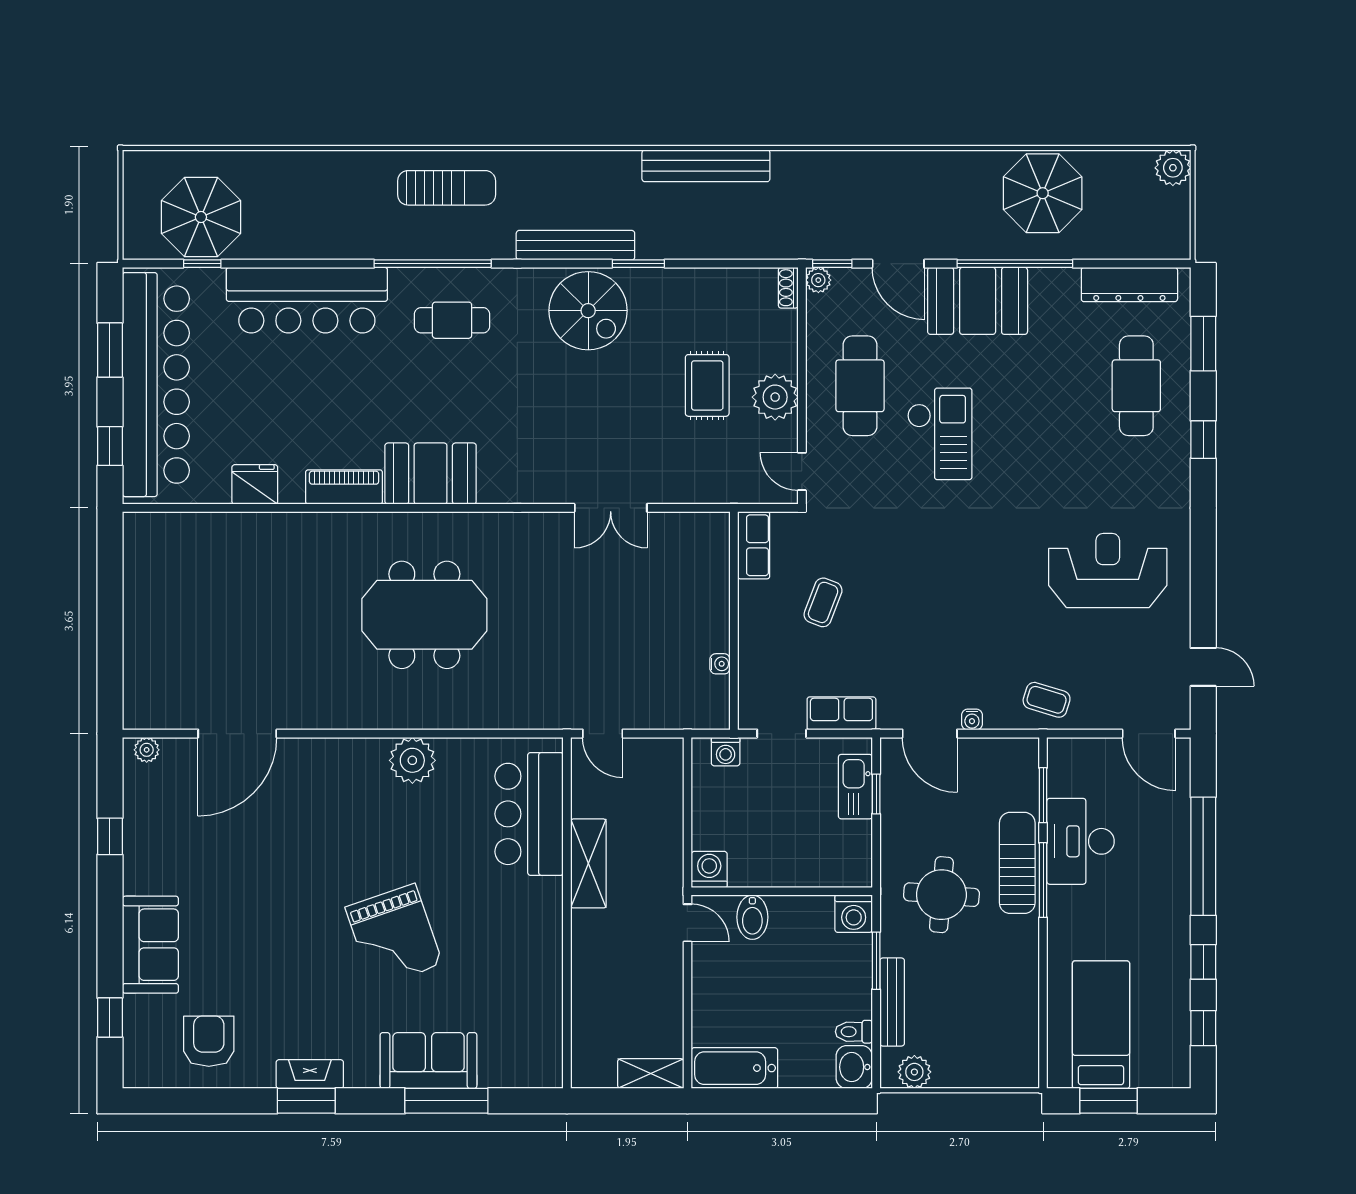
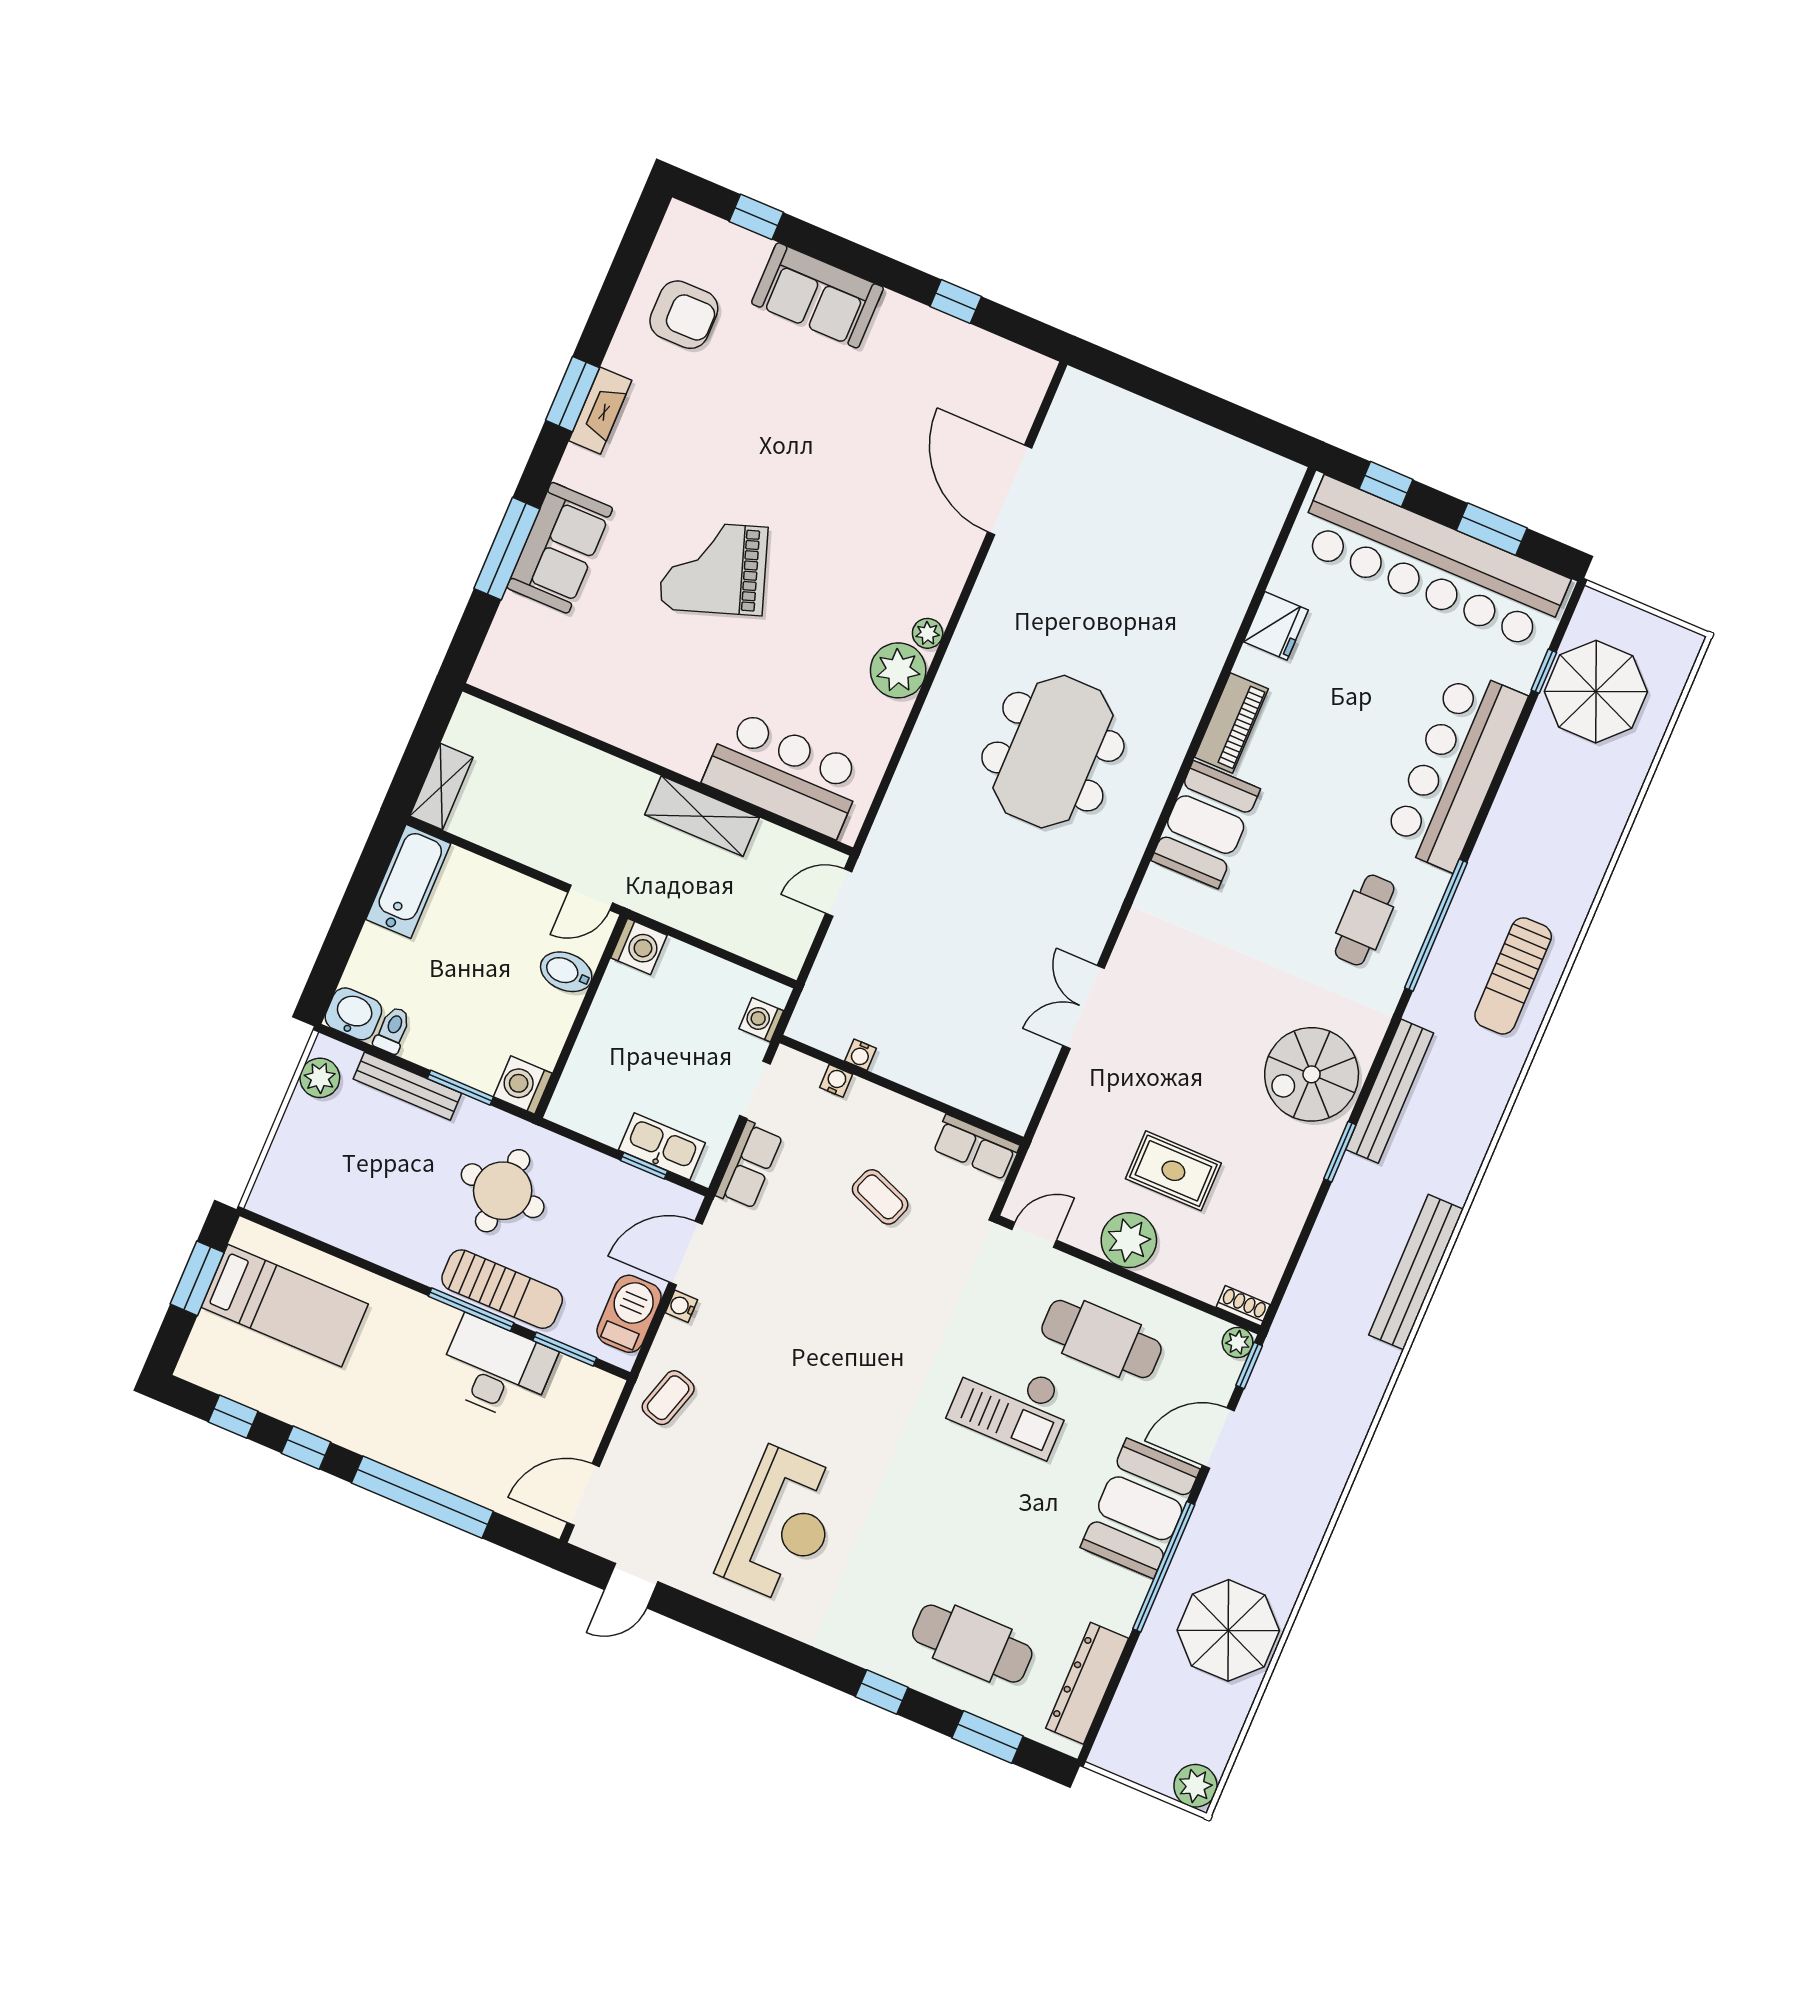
water cooler: (748, 674) -> (836, 1081), added
plant: (147, 750) -> (928, 633), moved
barbecue: (995, 757) -> (629, 1314), added

